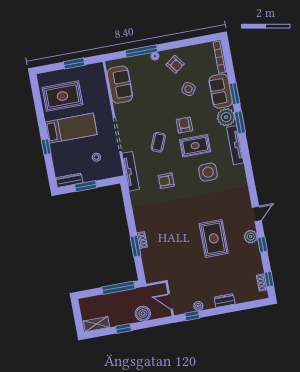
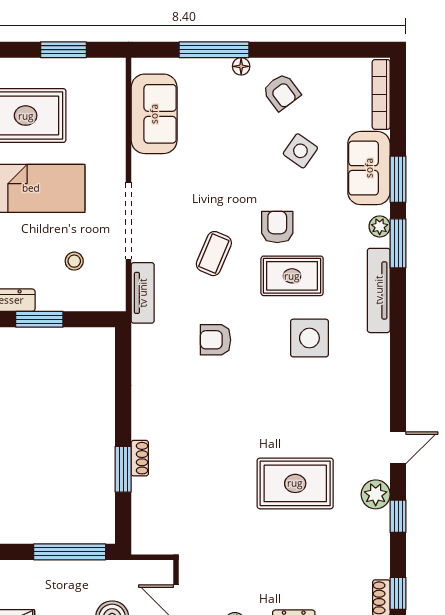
plant: (226, 117) -> (380, 226), width x0.53, depth x0.53
tv unit: (131, 171) -> (143, 293), width x0.71
rug: (214, 238) -> (295, 483), turned 90

